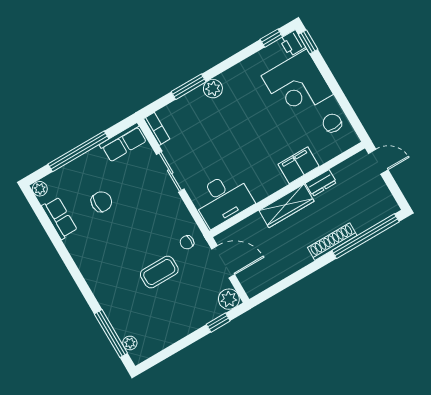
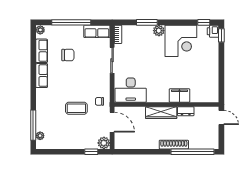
corner desk: (297, 85) -> (181, 41), moved, turned -90
chair: (332, 123) -> (209, 84), removed
row of seats: (81, 254) -> (42, 76), added

